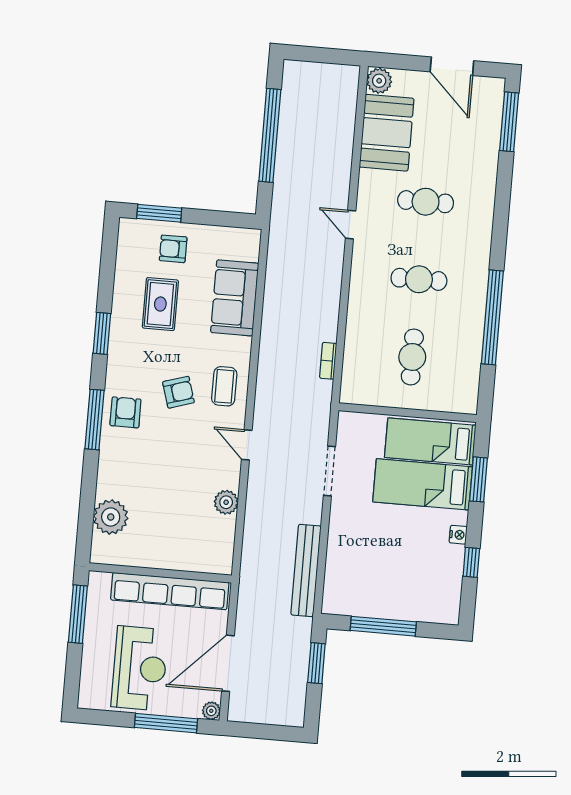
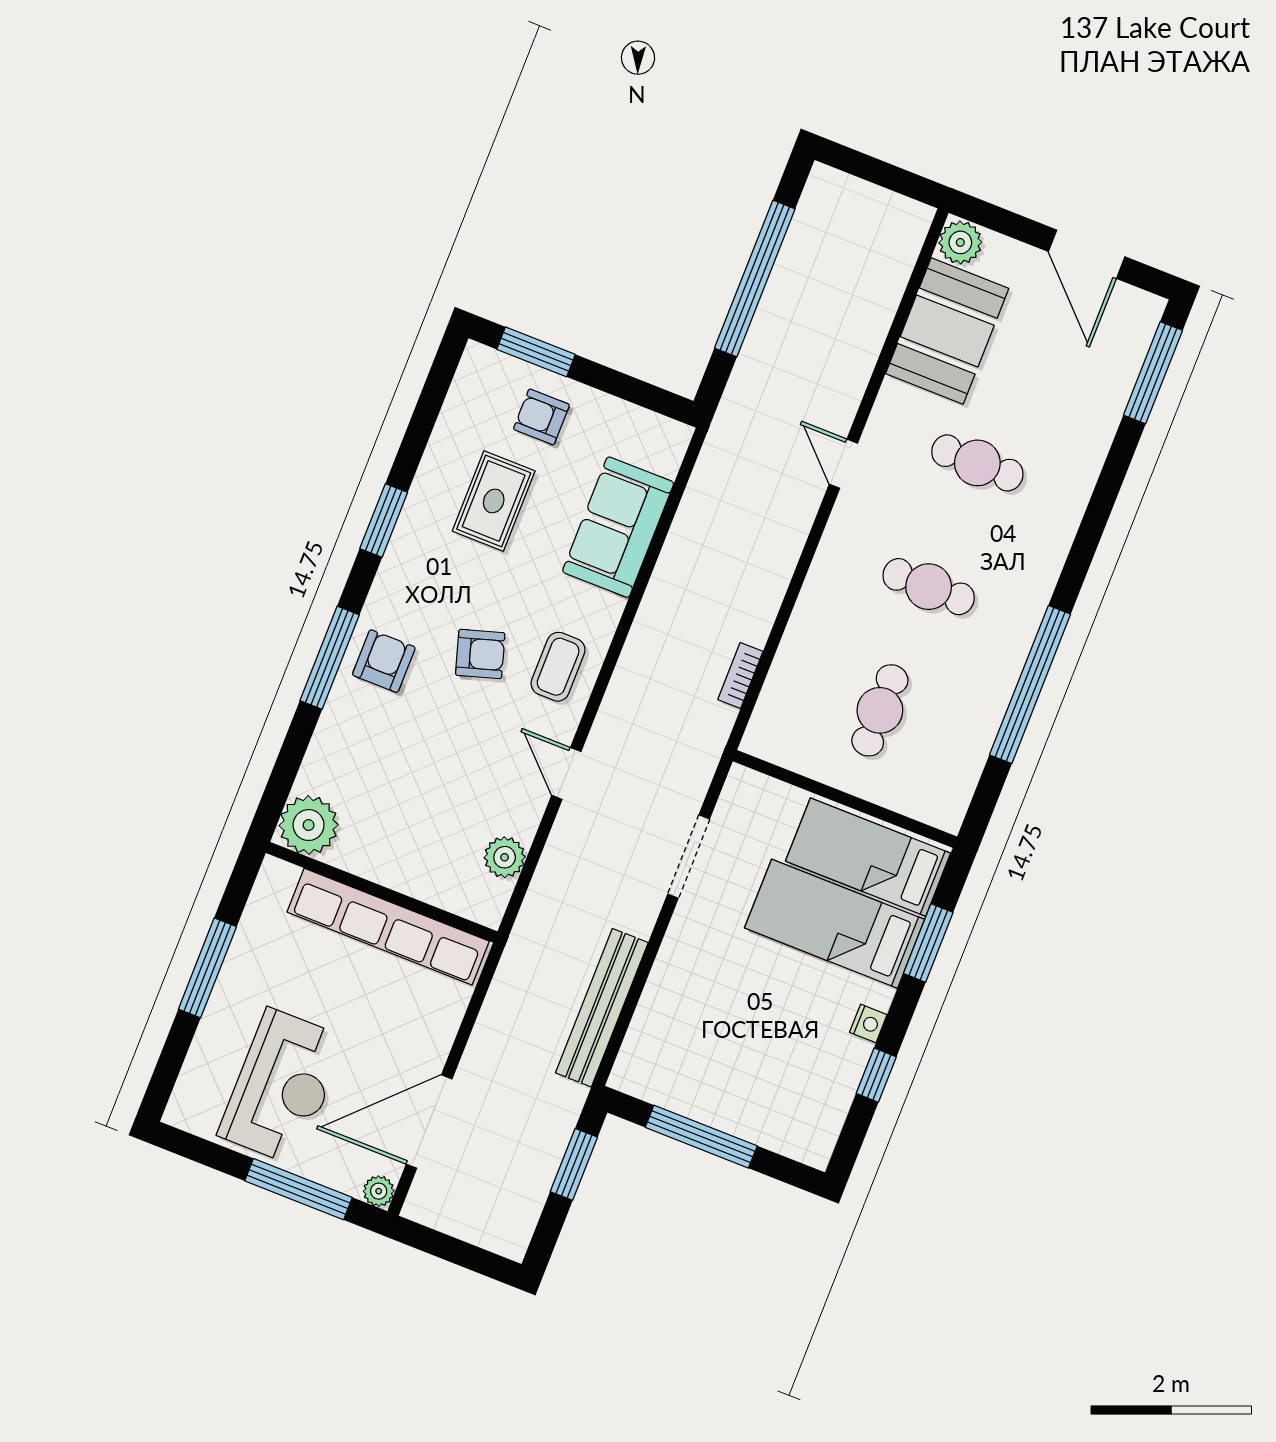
wall: (160, 573) -> (382, 892), moved
row of seats: (170, 591) -> (388, 927), moved

